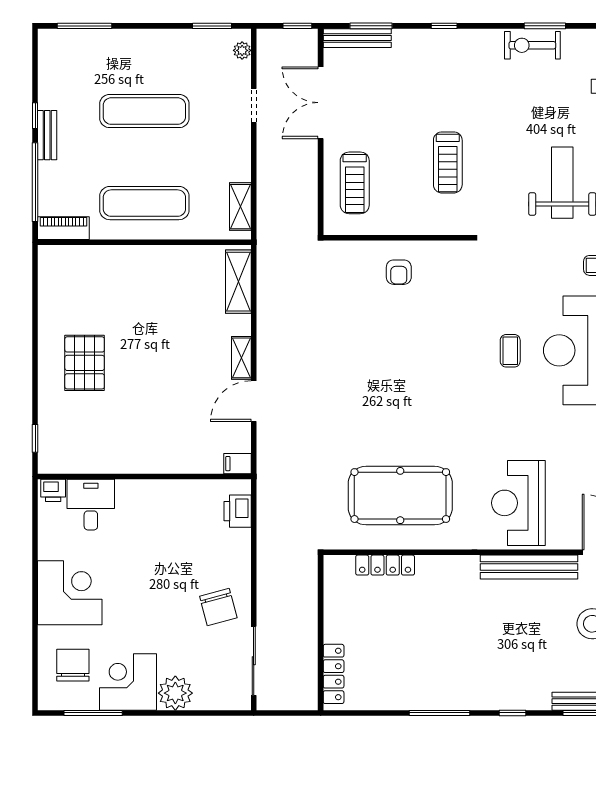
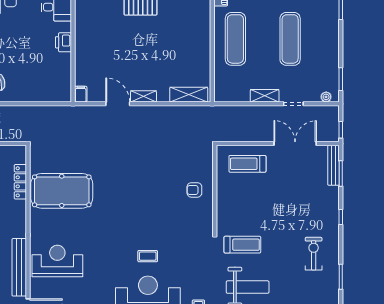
exercise bike: (532, 45) -> (314, 254), moved
treadmill: (448, 162) -> (242, 245), moved, turned 180
shelving: (240, 207) -> (265, 96), moved
pool table: (400, 496) -> (62, 191), turned 90
printer: (238, 511) -> (63, 42), moved, turned -90

